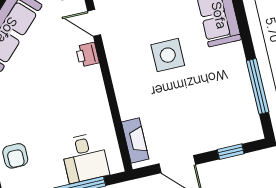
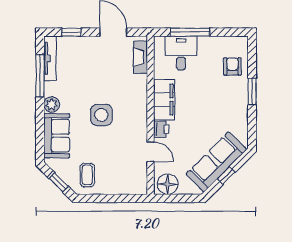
plant: (234, 54) -> (52, 104), added
filing cabinet: (92, 93) -> (164, 100), added
tv unit: (250, 112) -> (50, 58), added

